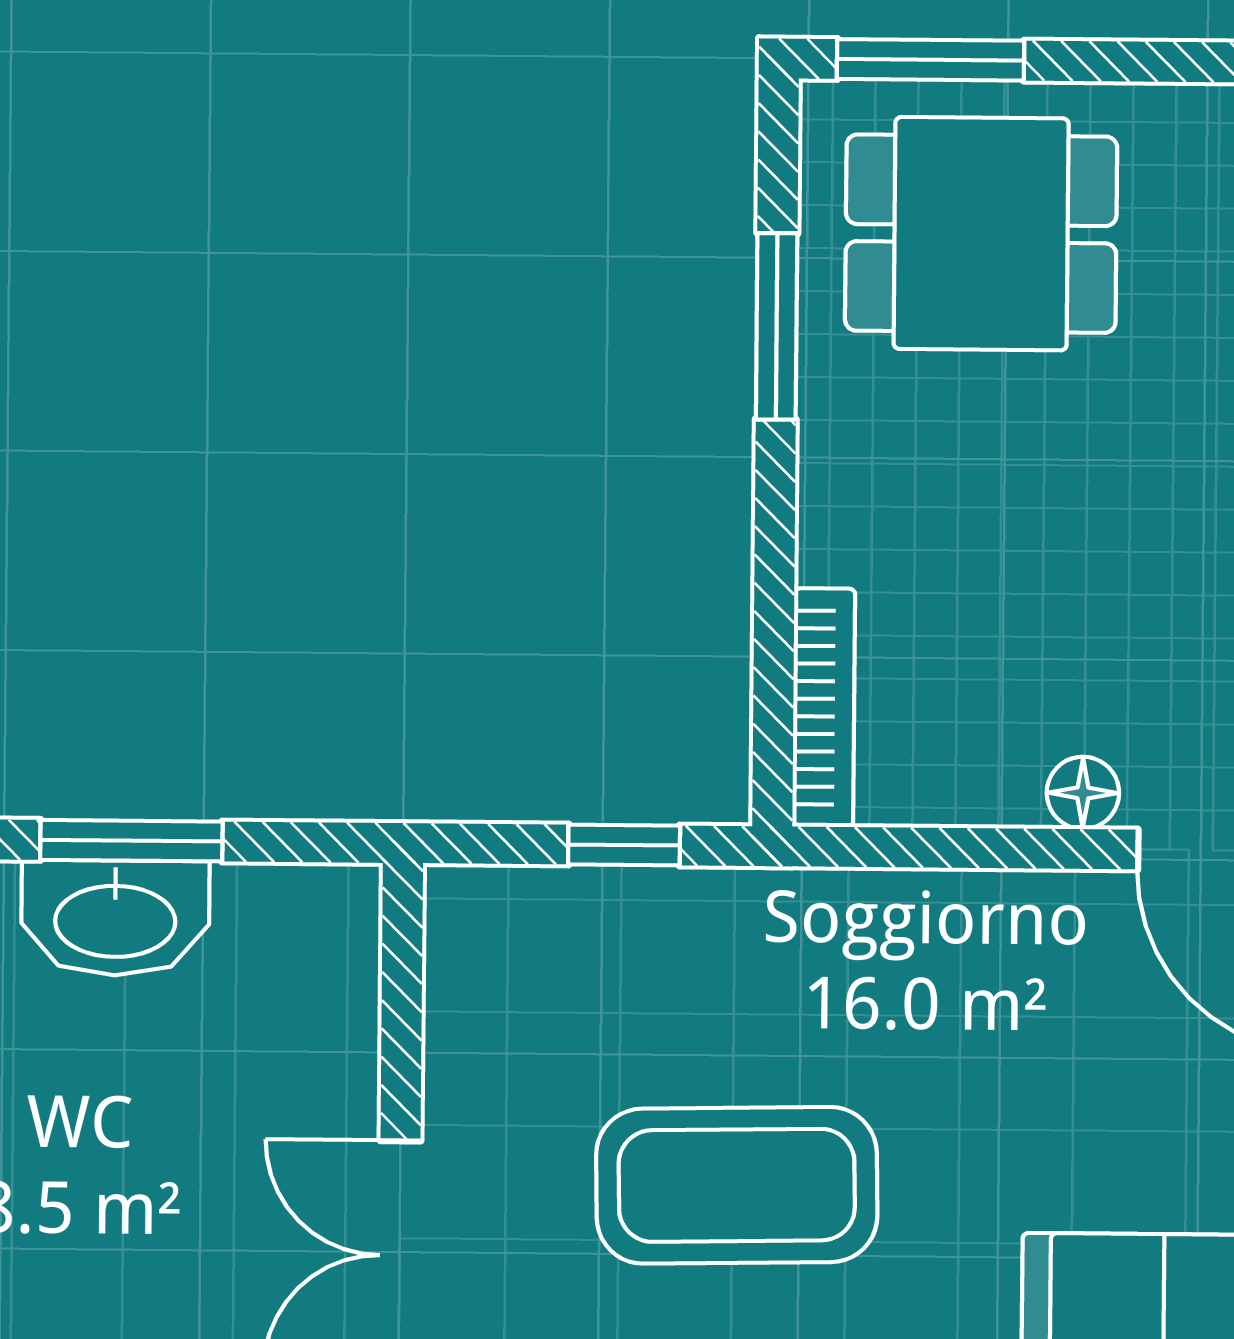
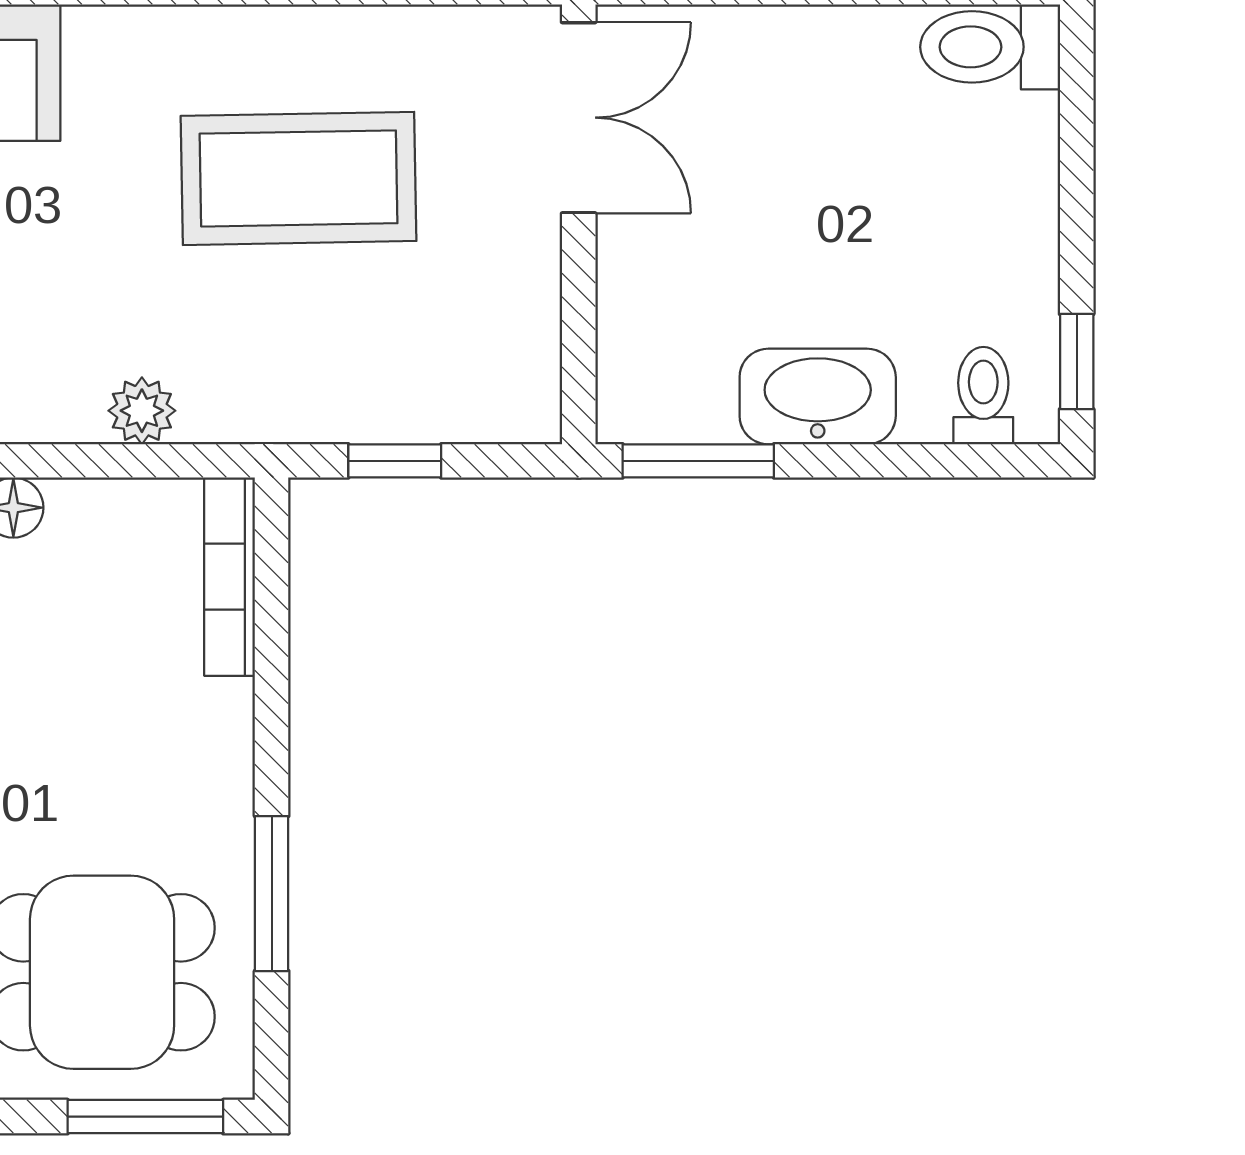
window: (131, 841) -> (698, 461), moved
plant: (927, 908) -> (142, 411), added

